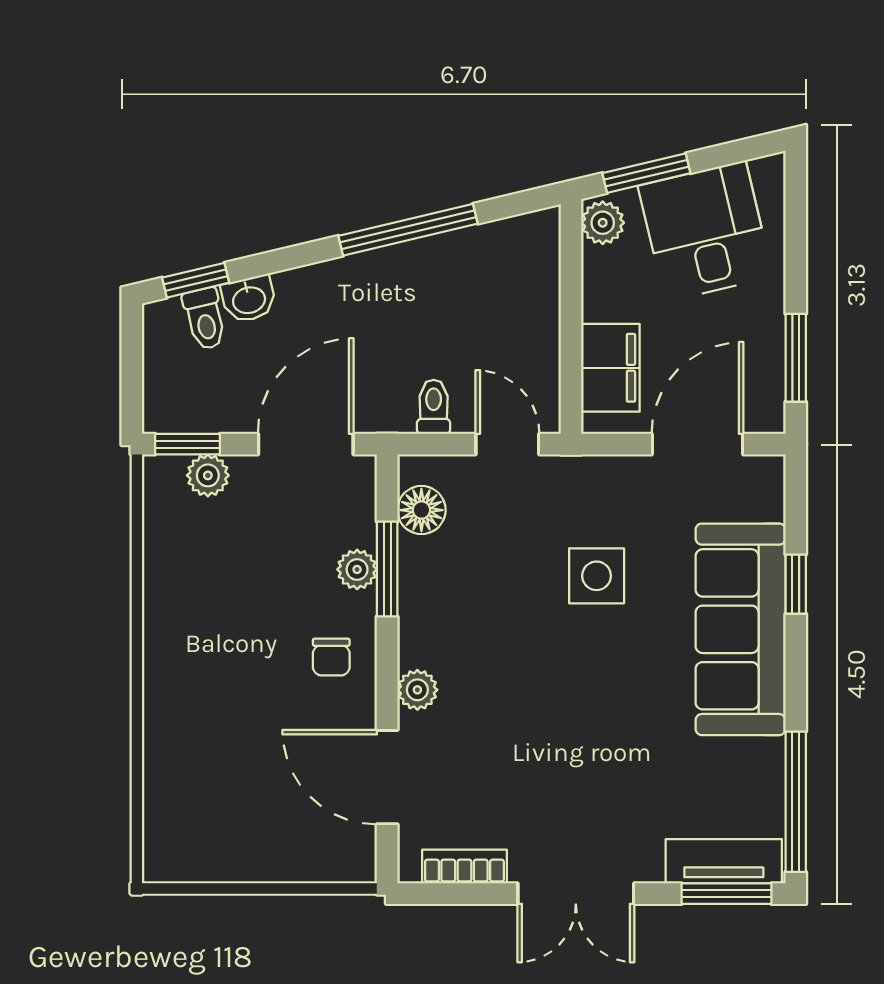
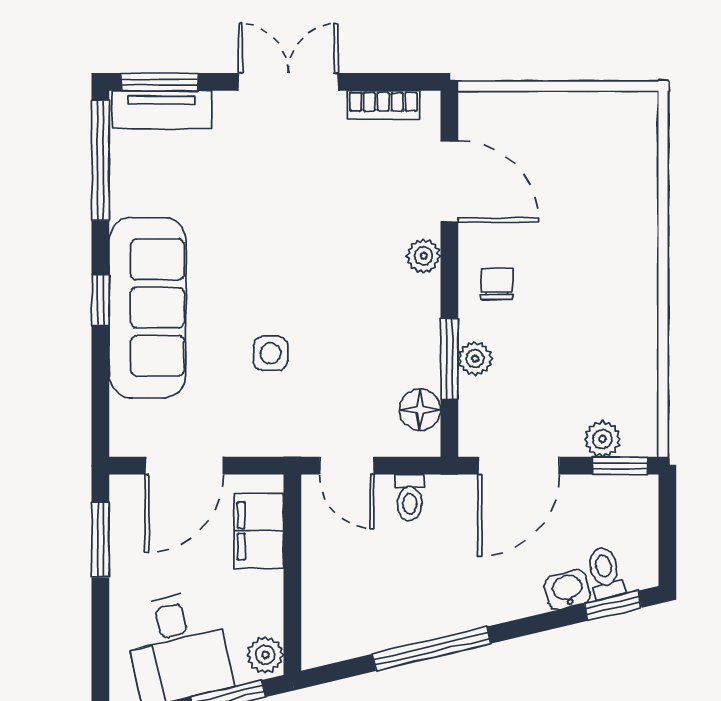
side table: (597, 576) -> (271, 353), width x0.73, depth x0.73
window: (796, 584) -> (100, 300), moved

